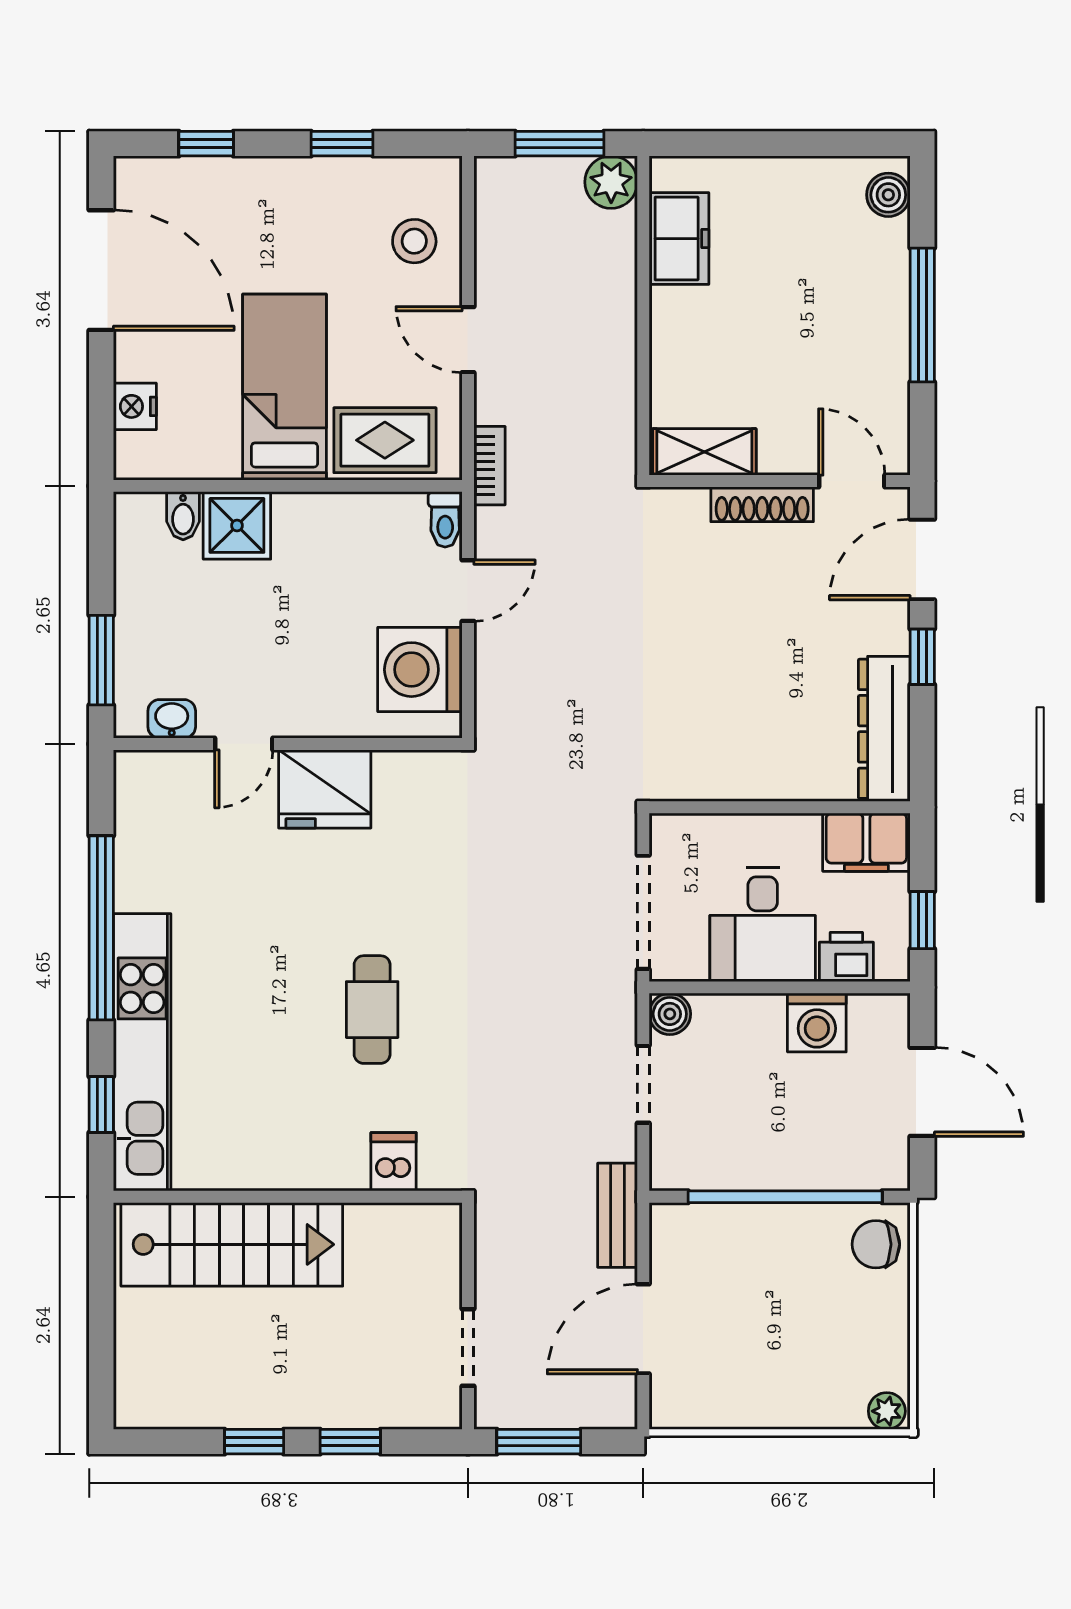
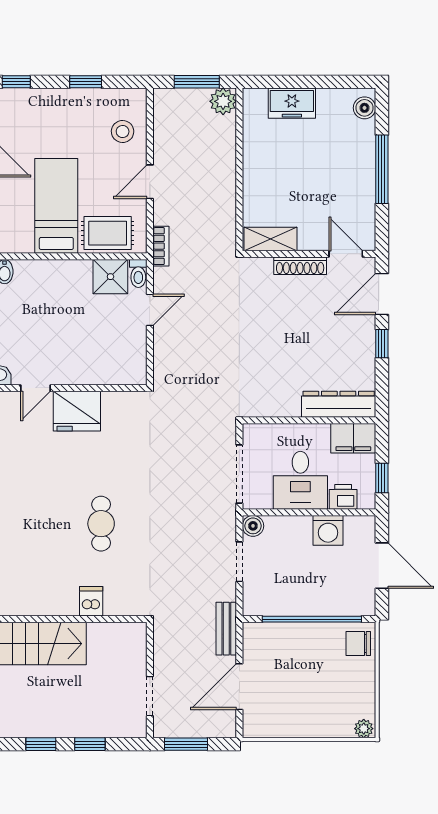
freezer: (679, 239) -> (292, 103), moved, turned 90
door: (468, 340) -> (150, 182), hinge flipped
shower: (237, 525) -> (110, 277), moved
washing machine: (420, 670) -> (125, 350), removed
dresser: (884, 729) -> (339, 404), moved, turned 90
dishwasher: (394, 1162) -> (91, 601), moved

